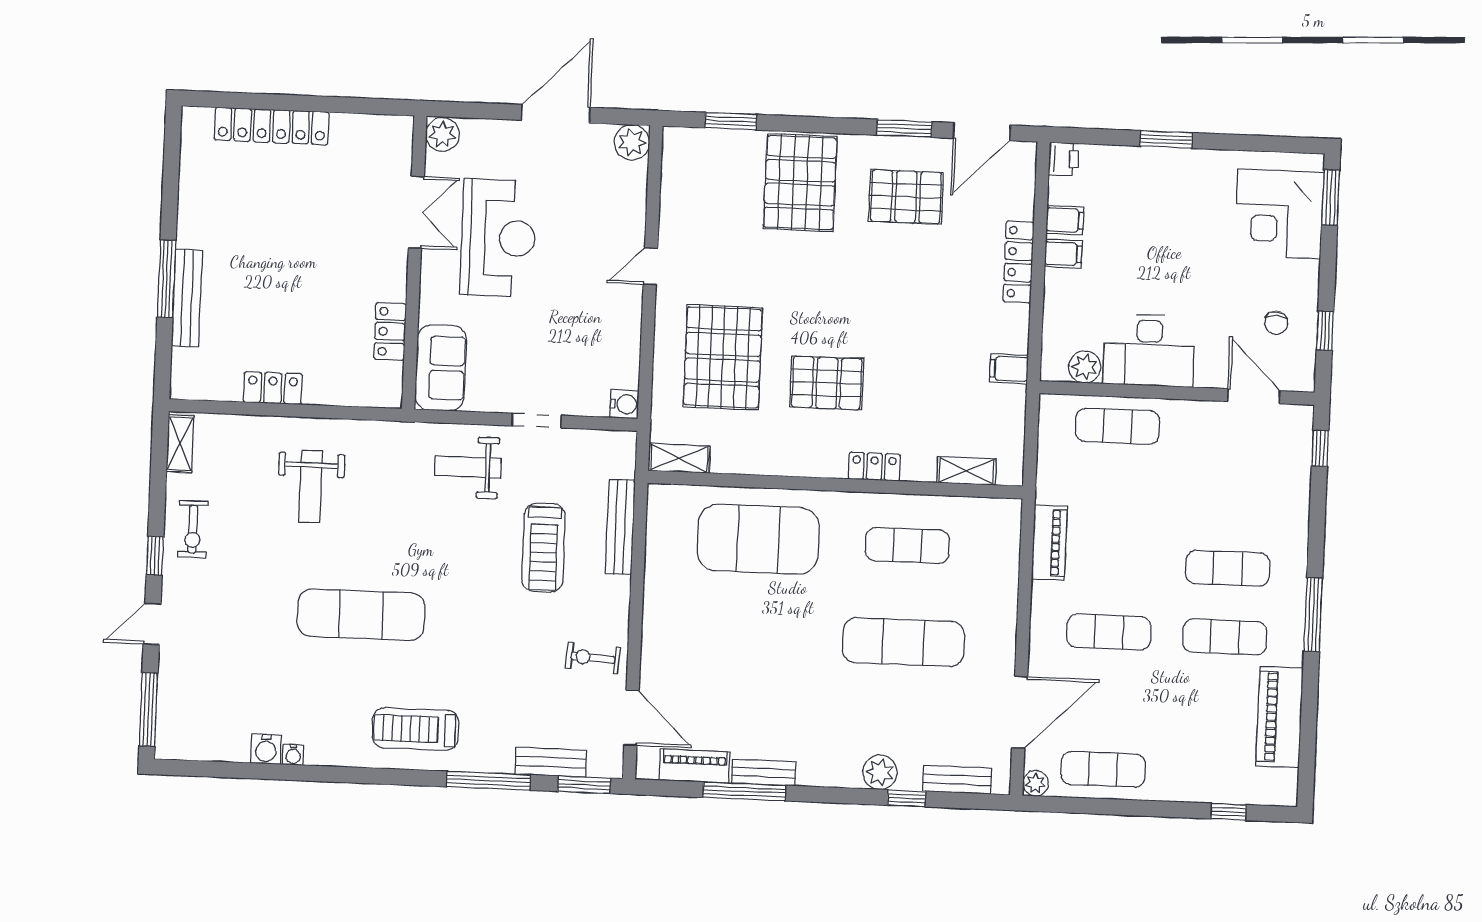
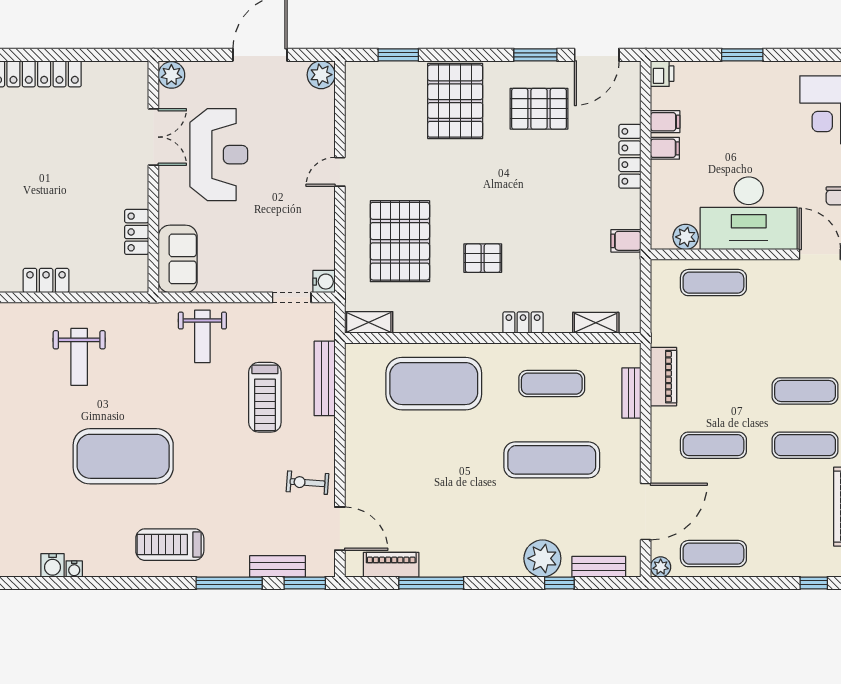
desk: (1149, 350) -> (749, 213), width x1.36, depth x1.30
pallet: (827, 383) -> (483, 258), width x0.67, depth x0.71
doorway: (537, 421) -> (292, 297), moved
weight bench: (468, 467) -> (202, 336), turned -90
exercise mat: (361, 615) -> (123, 456), width x1.47
plant: (880, 772) -> (542, 558), width x1.36, depth x1.36
bench: (764, 773) -> (631, 393), moved, turned 90

